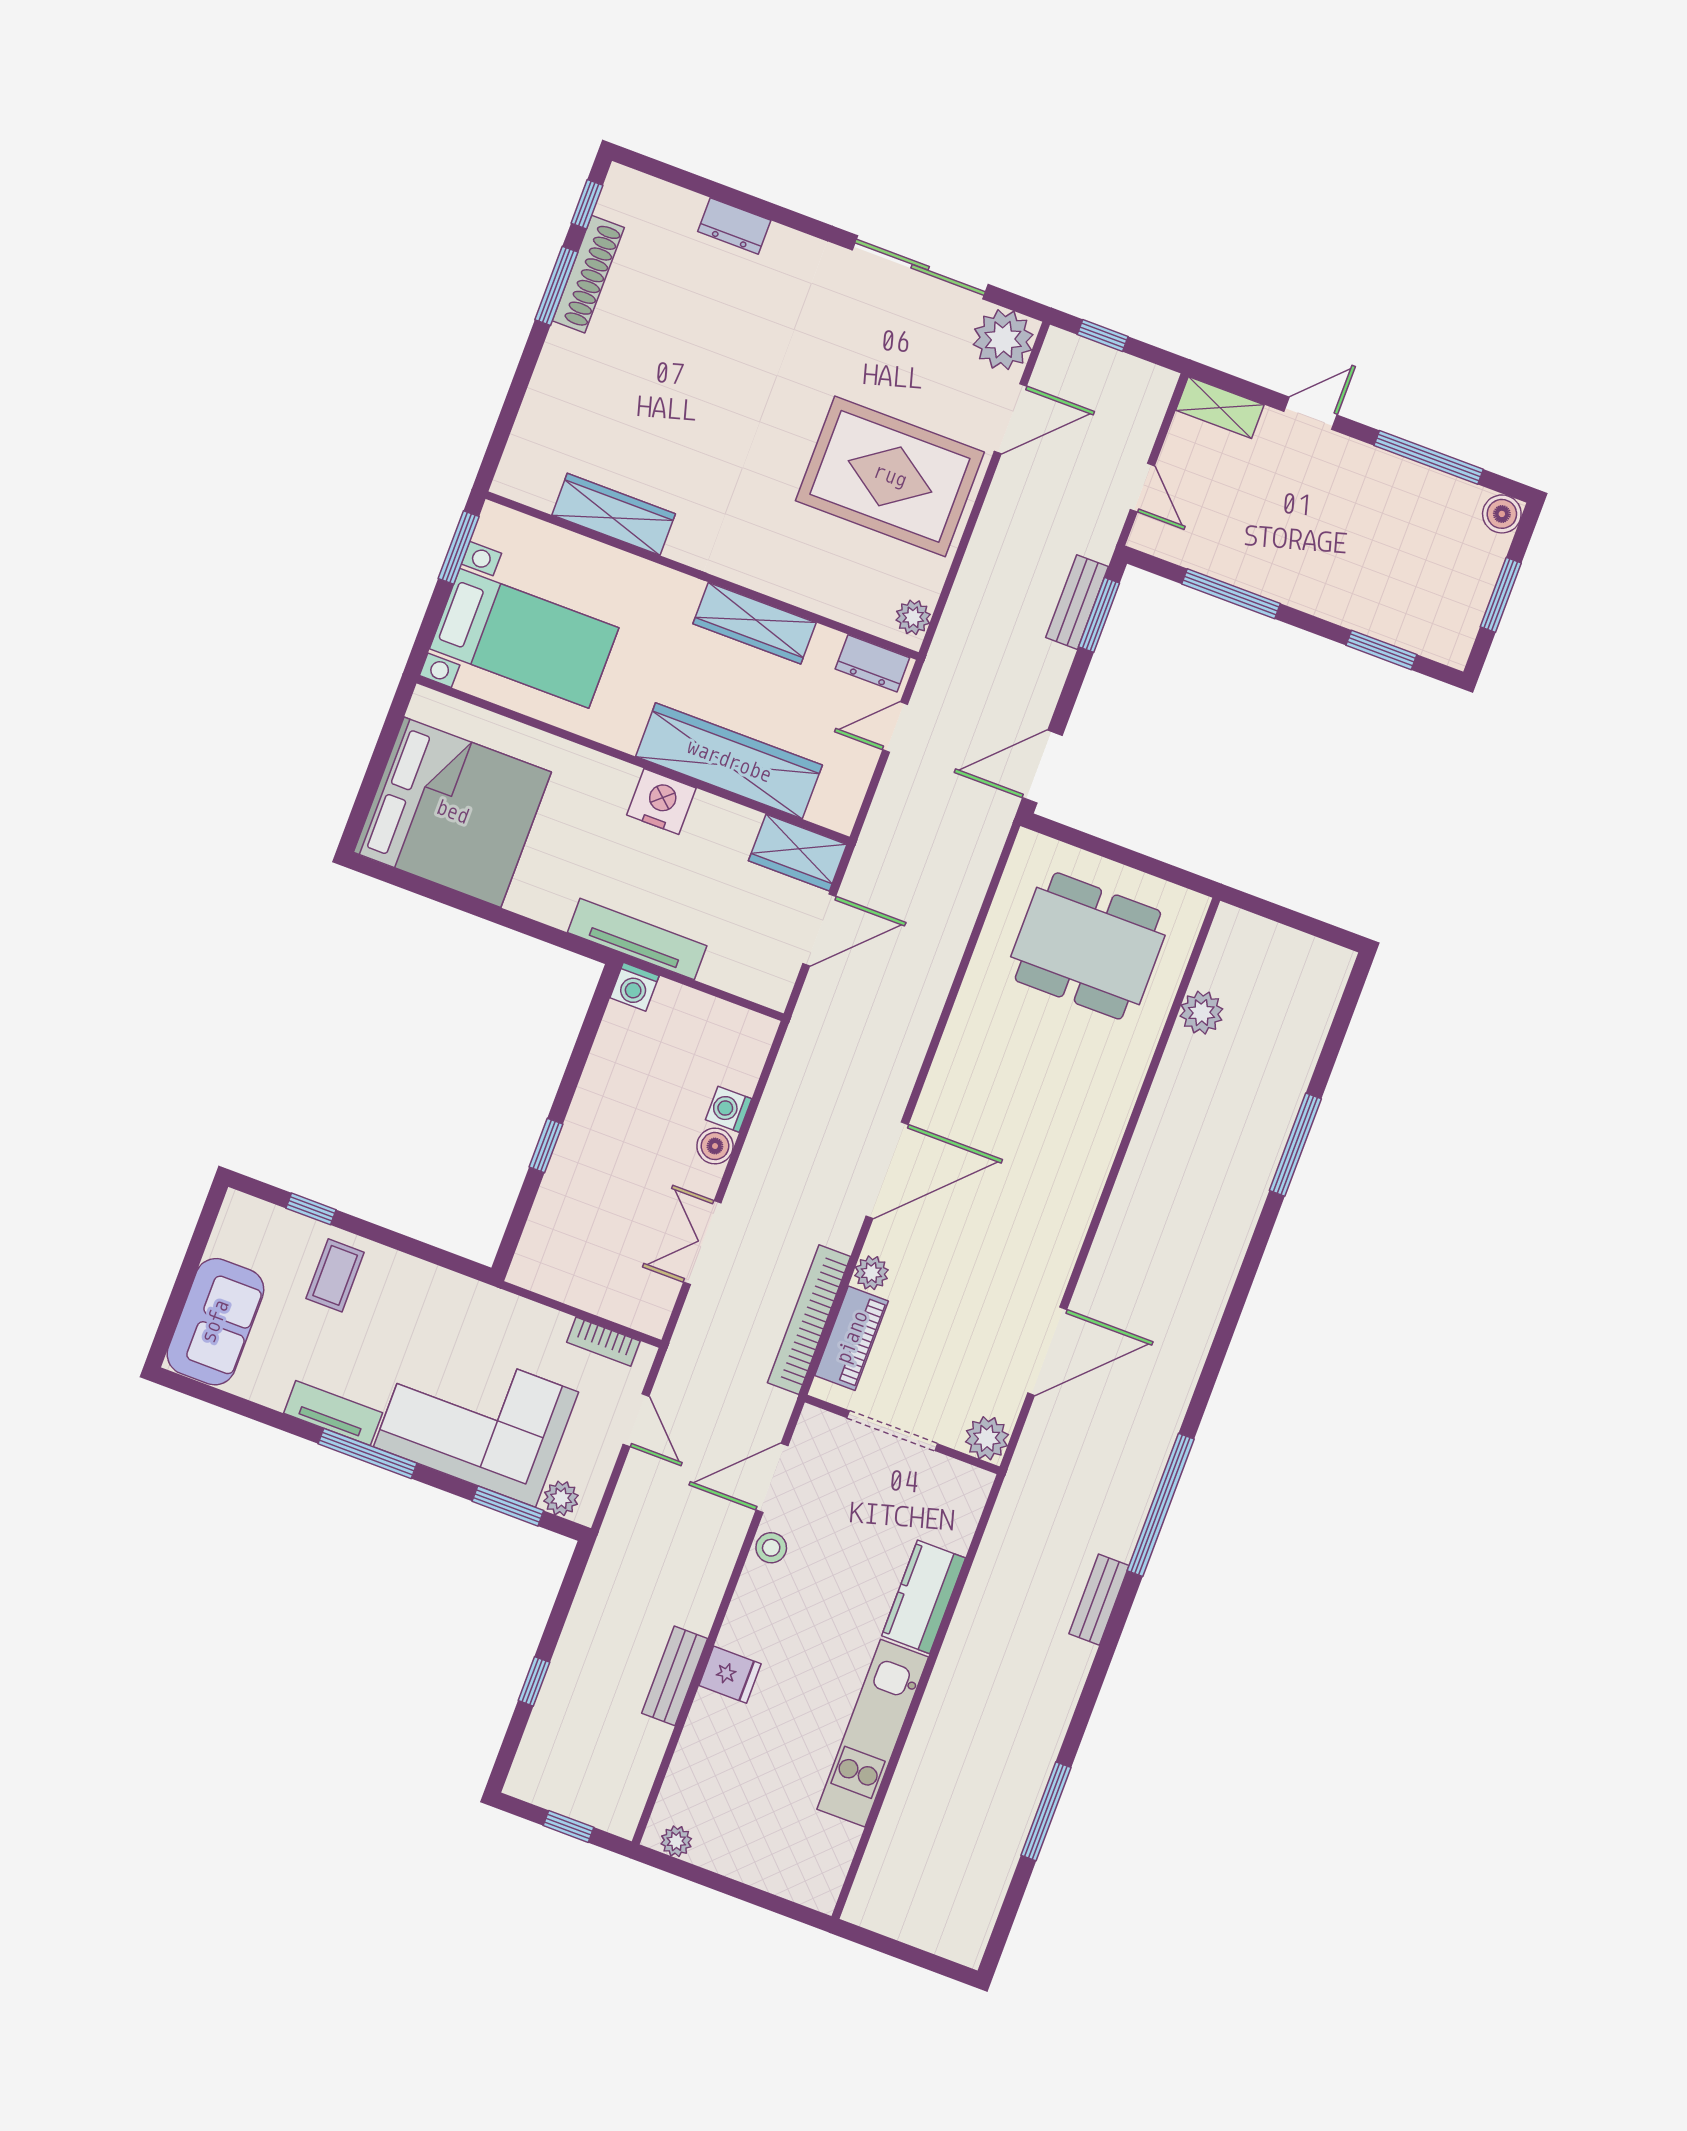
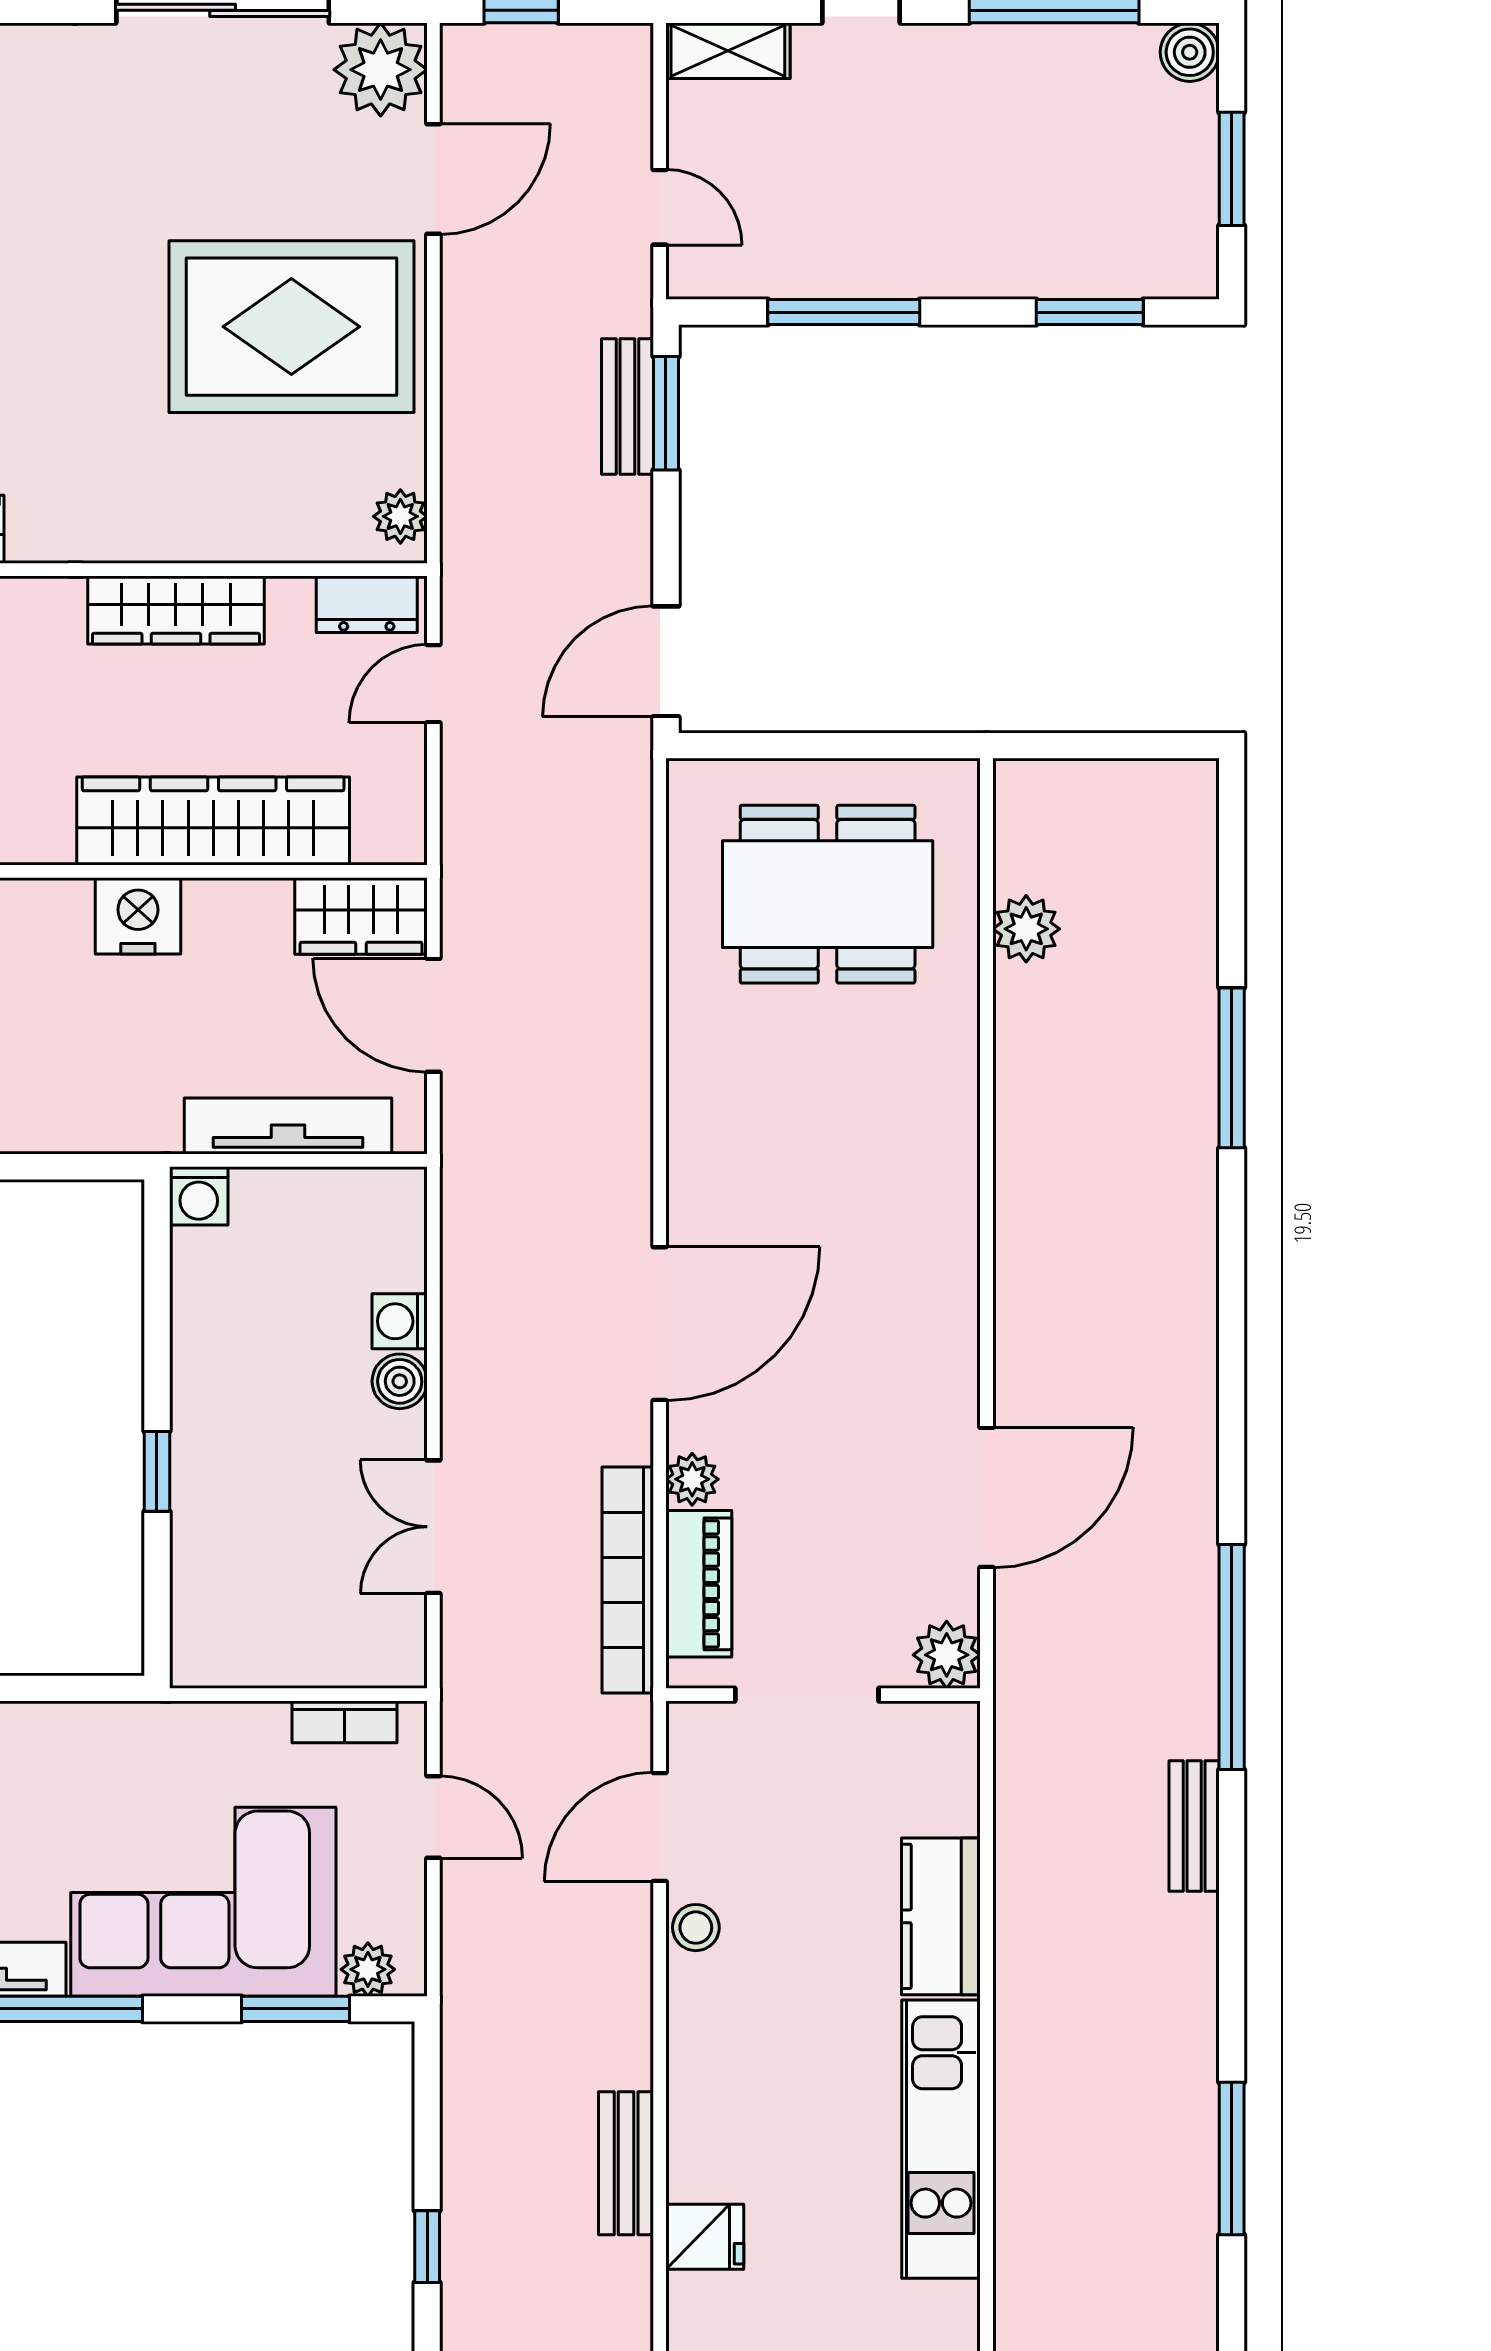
door: (819, 930) -> (433, 1015), swing flipped
tv unit: (637, 939) -> (288, 1126), moved
fridge: (730, 1675) -> (705, 2237), moved

